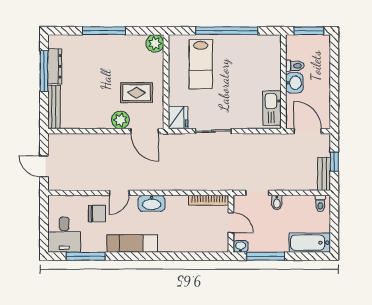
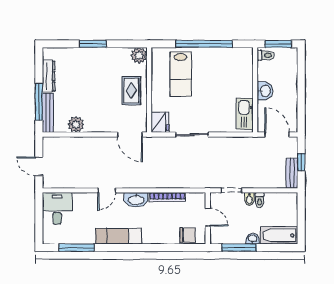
window: (104, 31) -> (93, 44), width x0.69
toilet: (295, 66) -> (266, 55), moved
window: (44, 71) -> (39, 102), moved
rug: (136, 93) -> (131, 91), moved, turned 90
plant: (120, 120) -> (76, 124), moved
bookcase: (208, 200) -> (167, 197), moved
toilet: (320, 203) -> (260, 200), moved
chair: (97, 213) -> (187, 235), moved
desk: (64, 235) -> (57, 208), moved, turned 180
washbasin: (241, 246) -> (253, 239), moved

